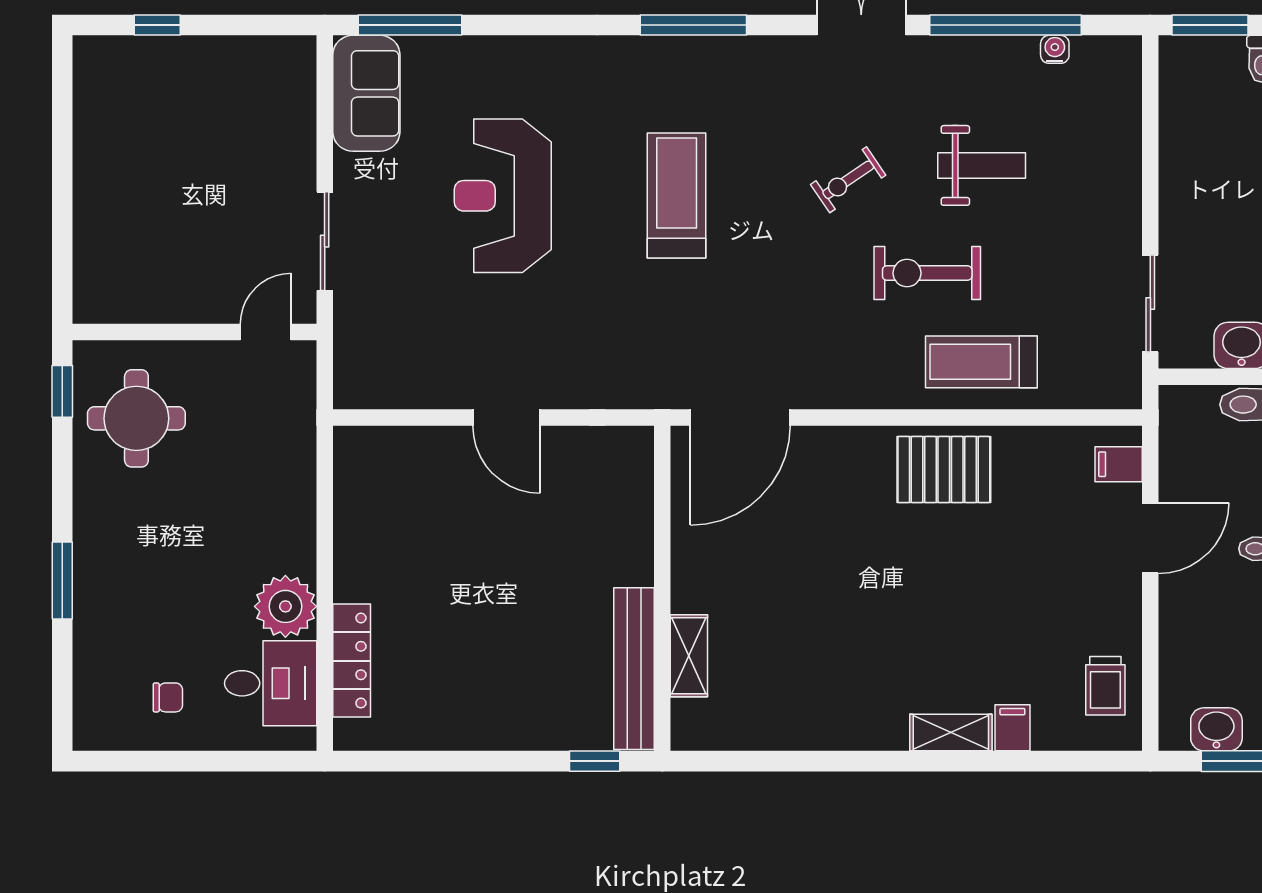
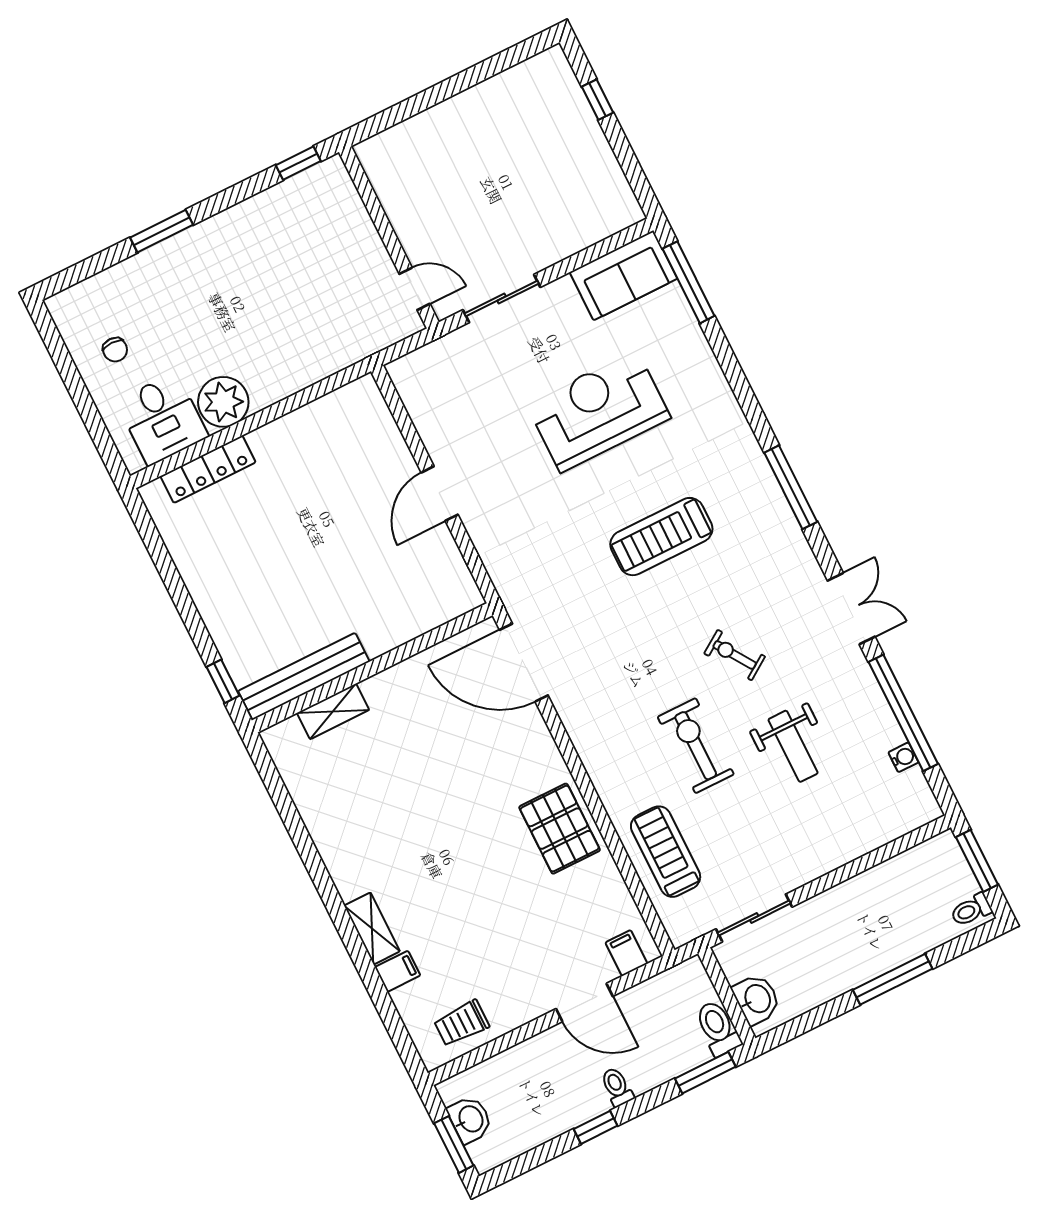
treadmill: (677, 196) -> (661, 537), turned 180
treadmill: (981, 362) -> (666, 852), moved
round table: (136, 418) -> (306, 226), removed

